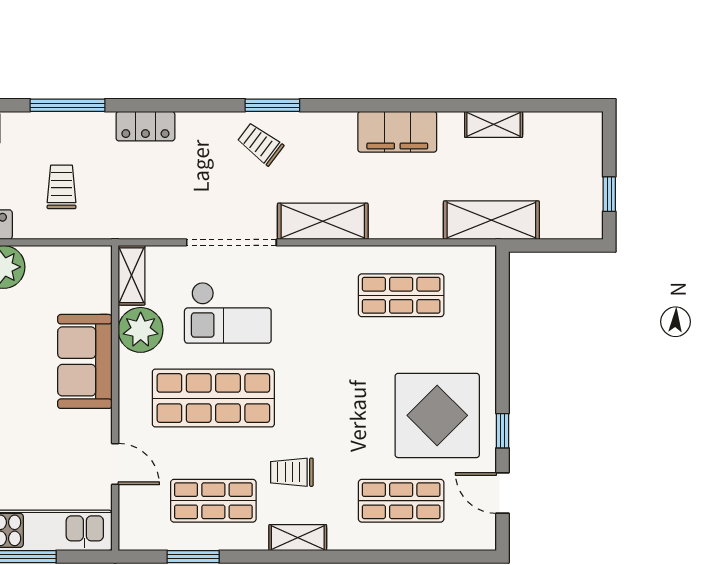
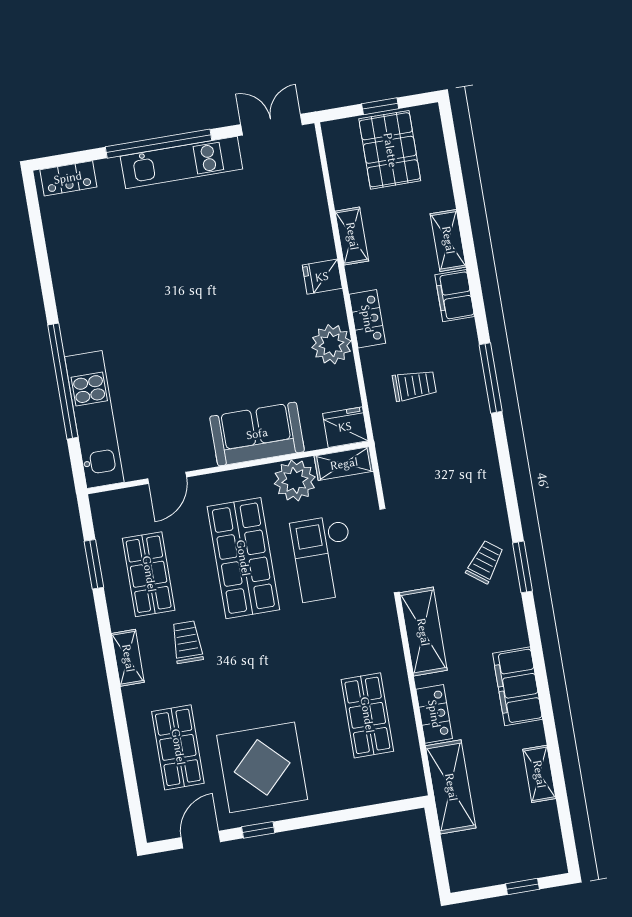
locker: (145, 126) -> (434, 714), moved, turned 180
window: (609, 194) -> (522, 886), moved
fridge: (93, 267) -> (345, 427), added

